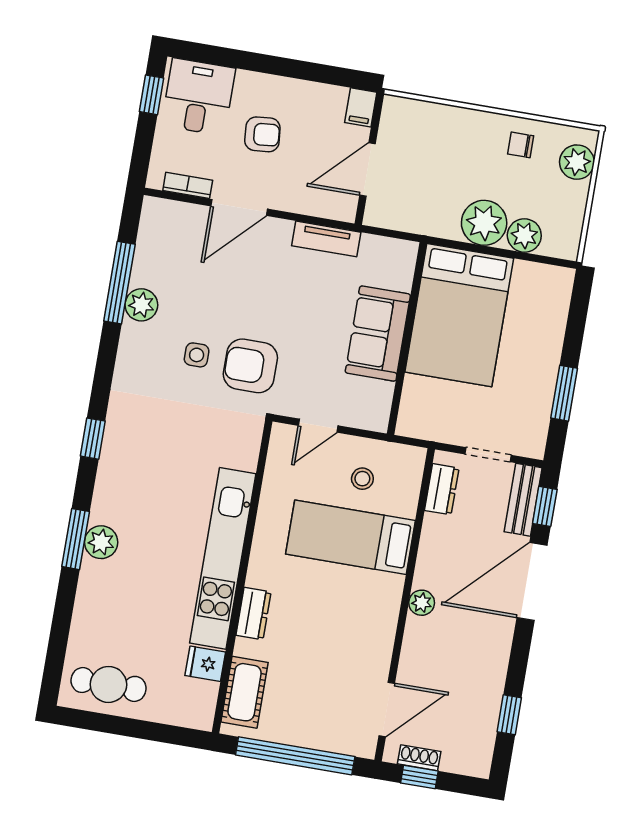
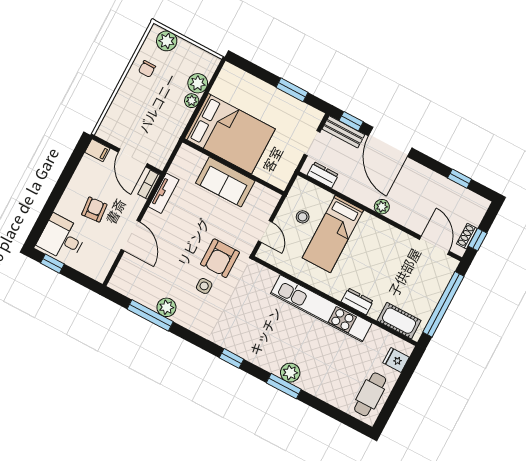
bookcase: (188, 185) -> (149, 185), moved
plant: (484, 223) -> (192, 101), width x0.53, depth x0.53
fridge: (205, 664) -> (396, 360), moved, turned 90

